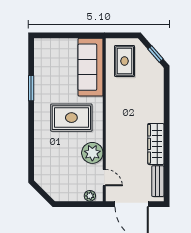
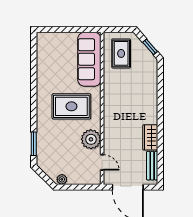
window: (31, 88) -> (34, 144), moved
wardrobe: (156, 144) -> (150, 137), width x0.67
plant: (90, 196) -> (62, 179), moved

